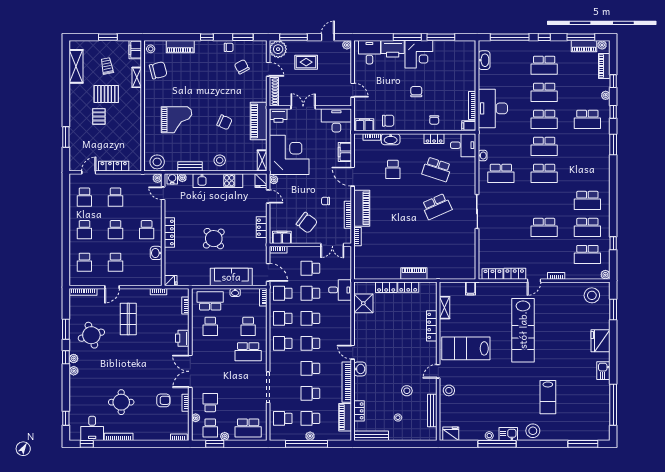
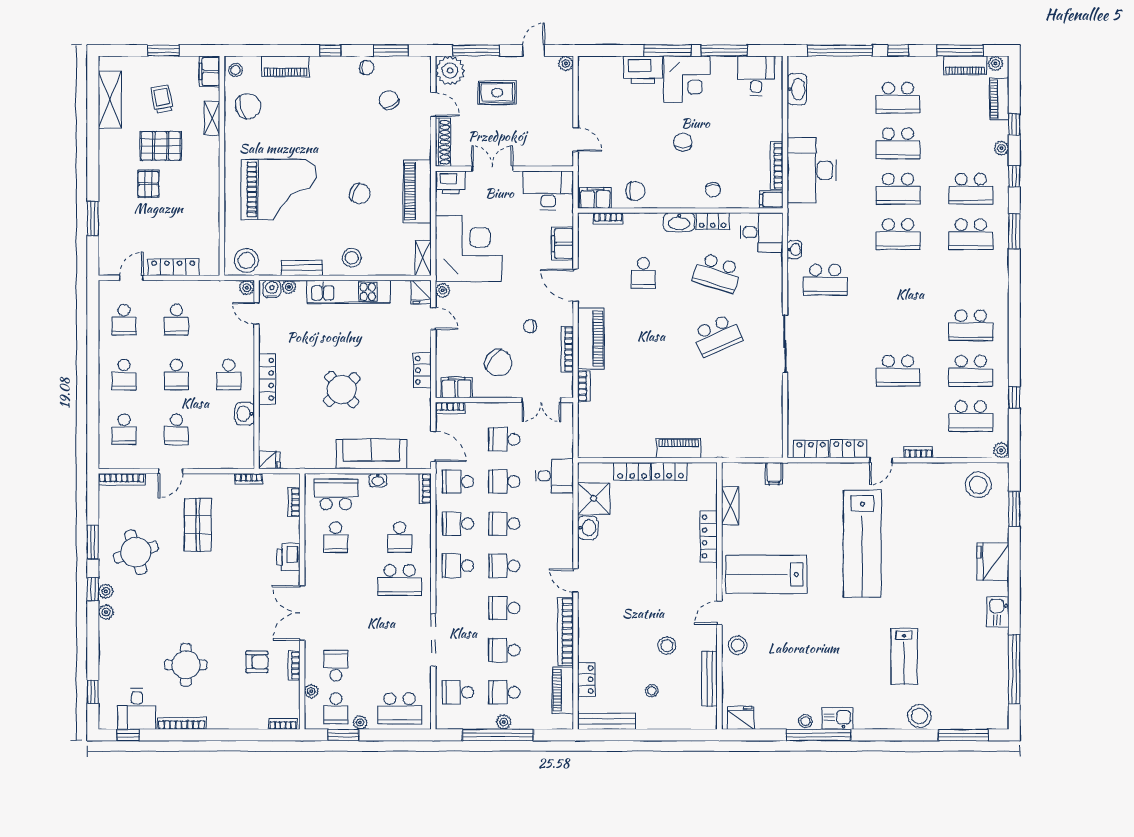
desk: (369, 52) -> (756, 76), moved
grand piano: (176, 120) -> (279, 189), width x1.37, depth x1.48
washbasin: (391, 139) -> (679, 222), moved
school desk: (544, 173) -> (971, 234), moved
washbasin: (360, 369) -> (588, 528), moved
stool: (533, 431) -> (919, 716), moved

